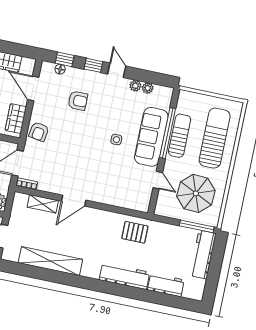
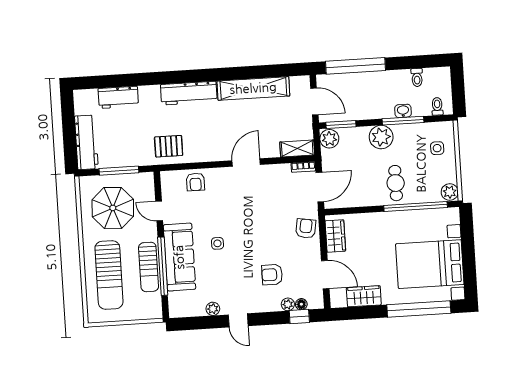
window: (93, 65) -> (266, 319), removed
plant: (148, 88) -> (288, 304), moved
armchair: (121, 196) -> (195, 182), added
shelving: (43, 204) -> (297, 149), moved
window: (197, 226) -> (119, 171), moved
workbench: (124, 276) -> (189, 93), moved

